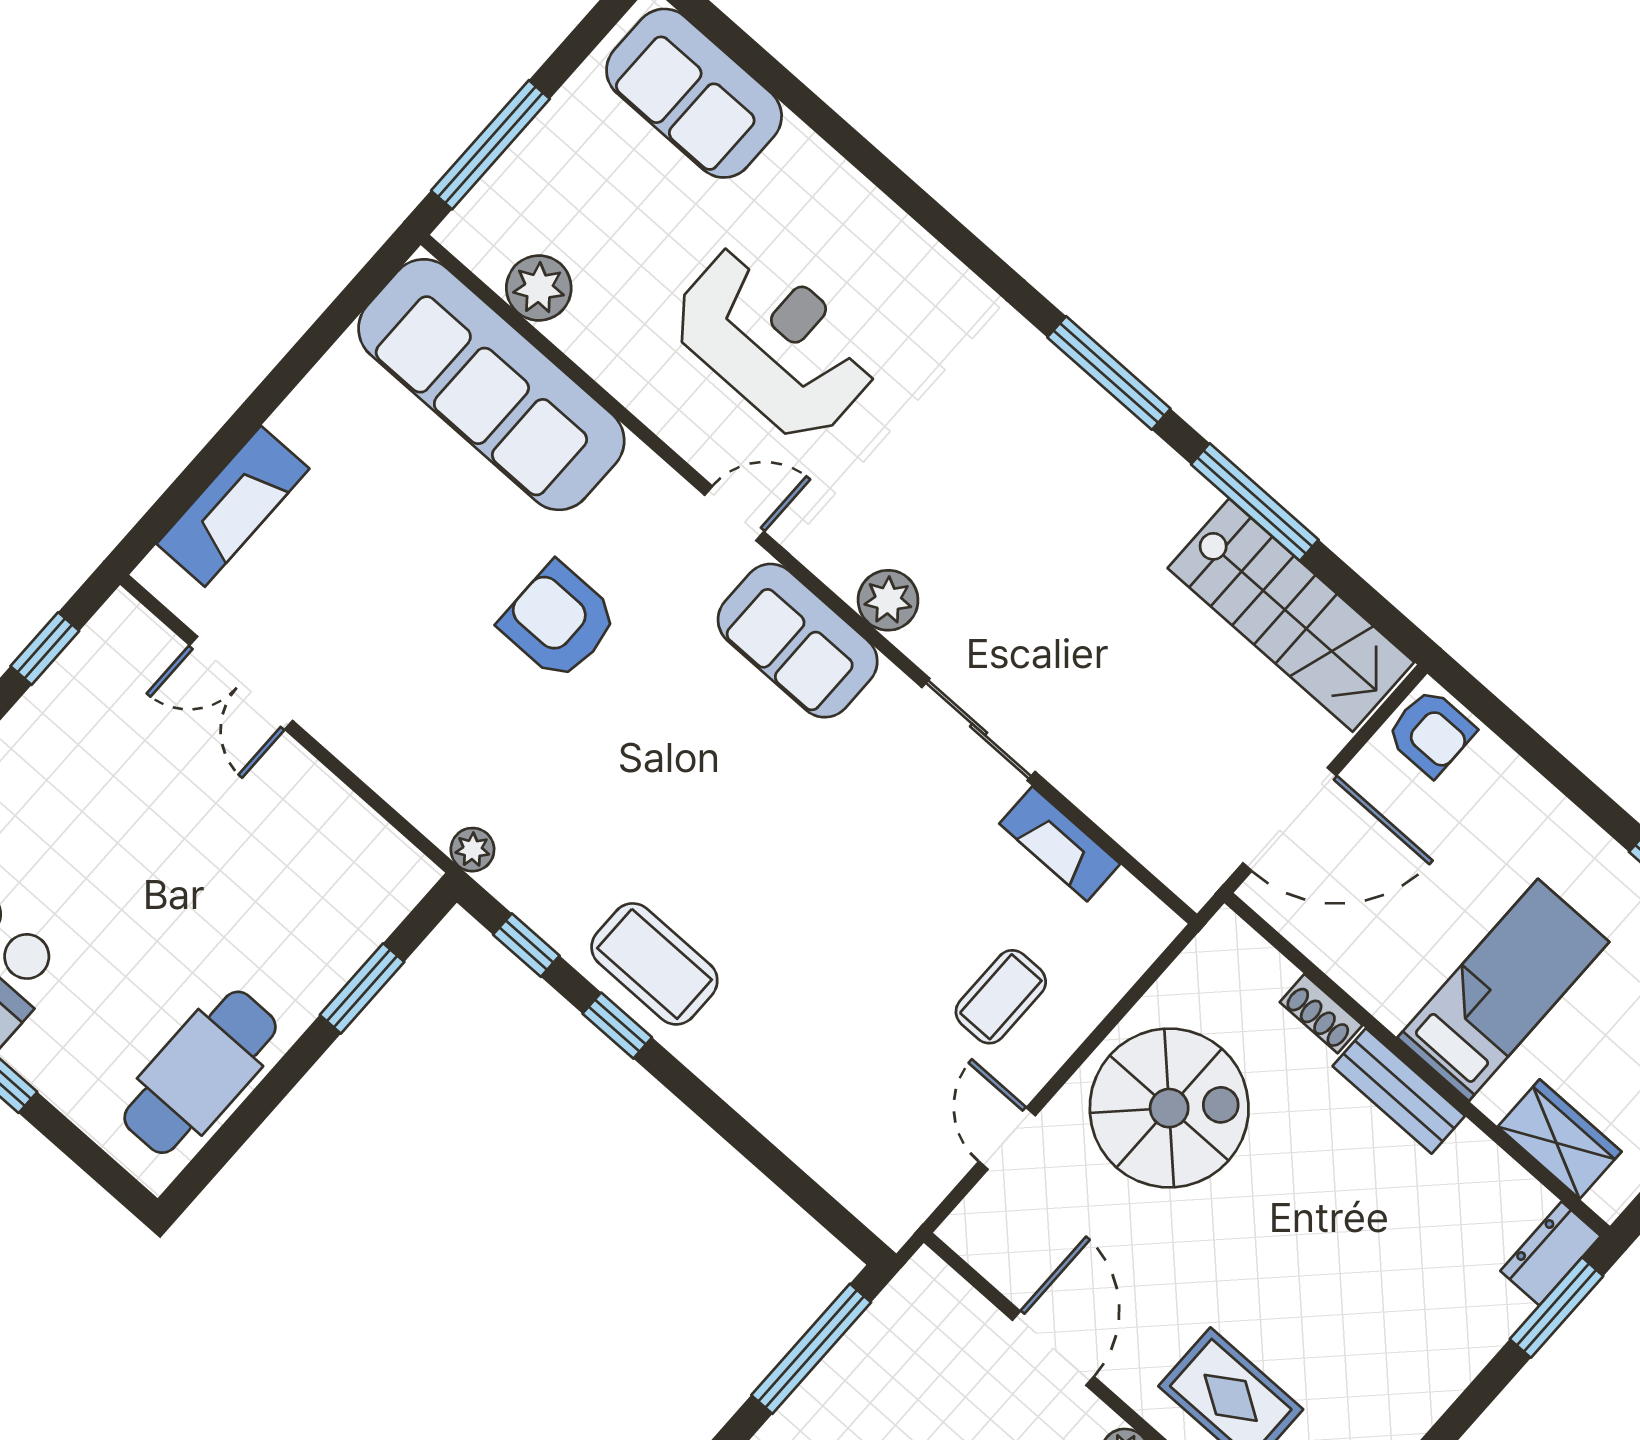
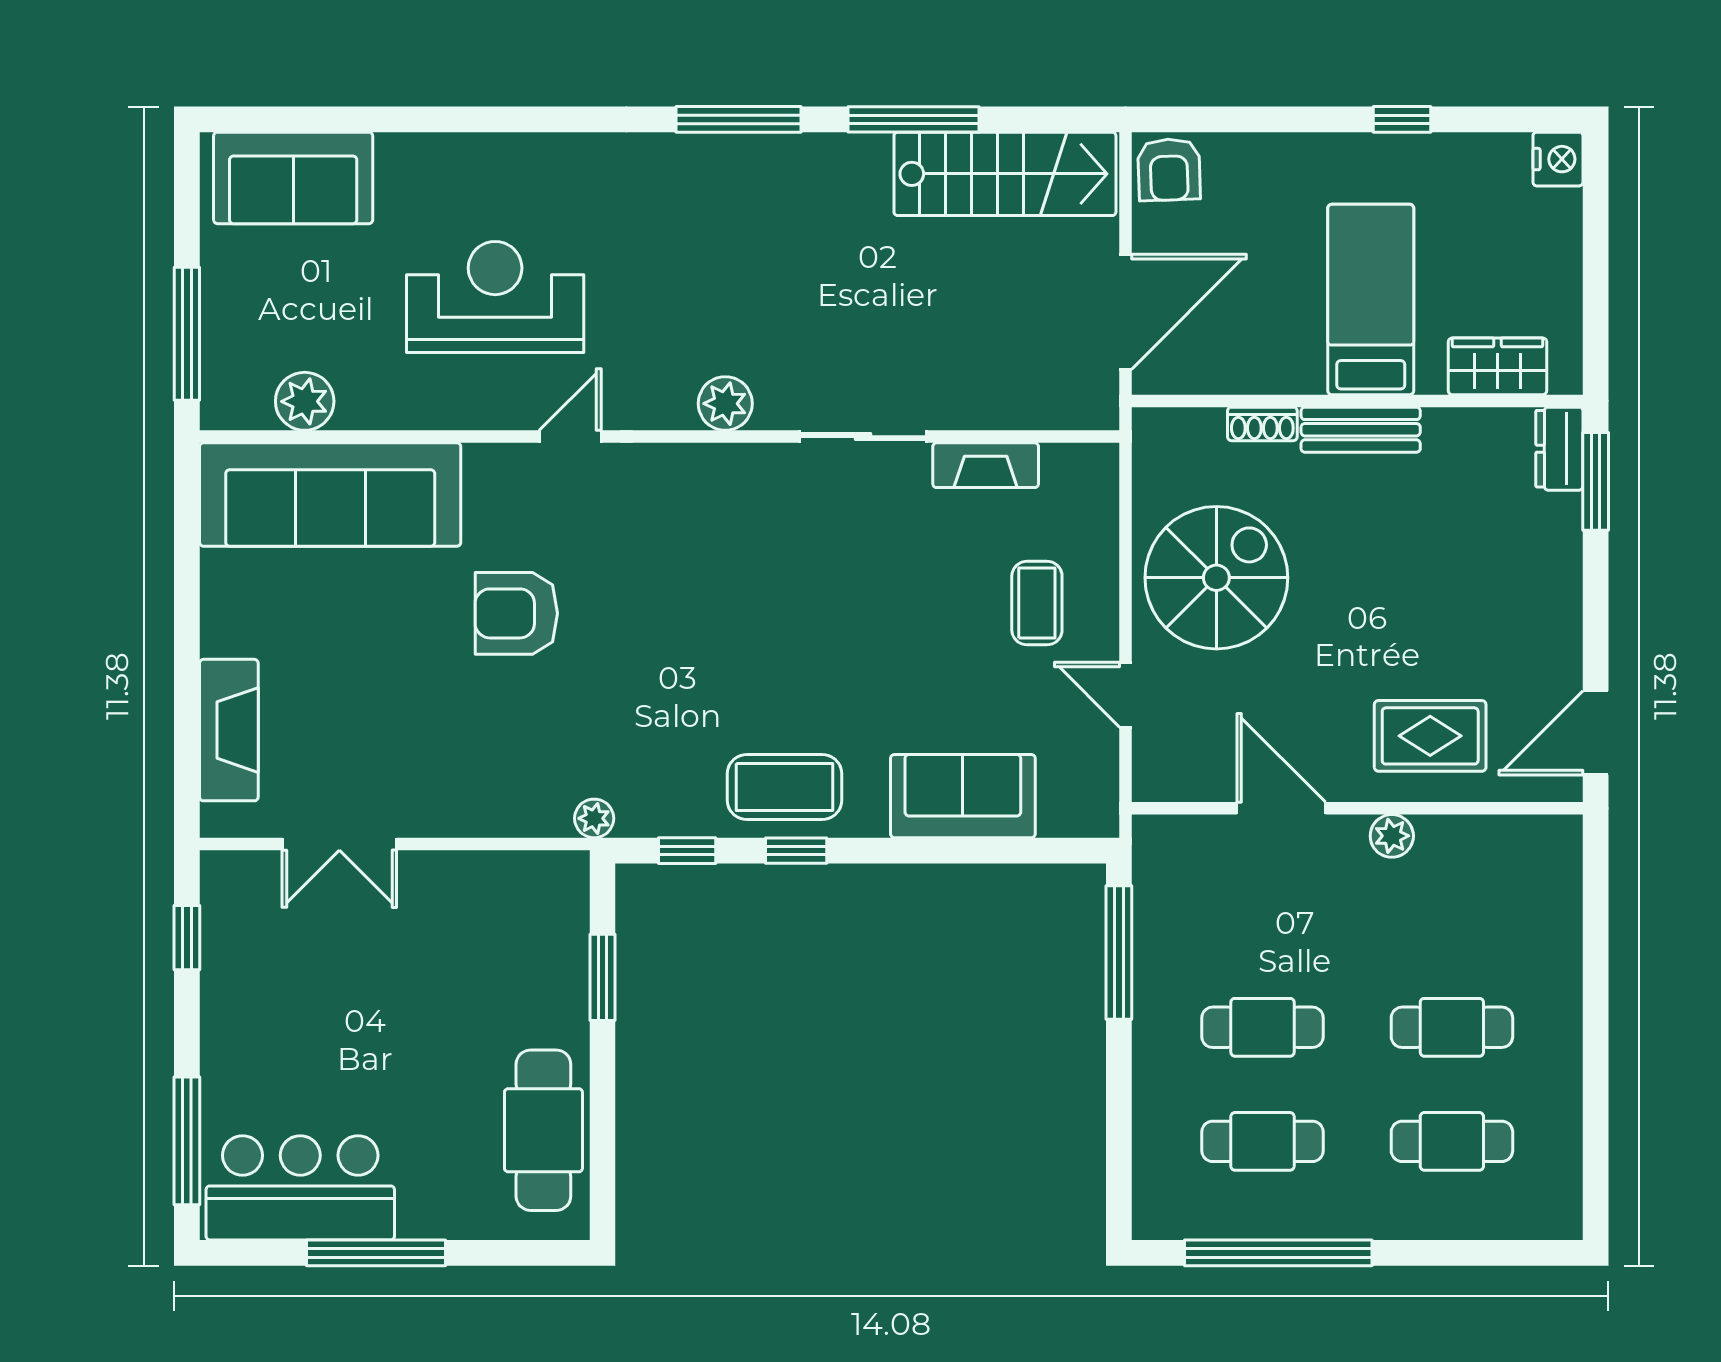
sofa: (798, 641) -> (963, 796), moved, turned 180
armchair: (1431, 733) -> (1169, 170), turned 88

